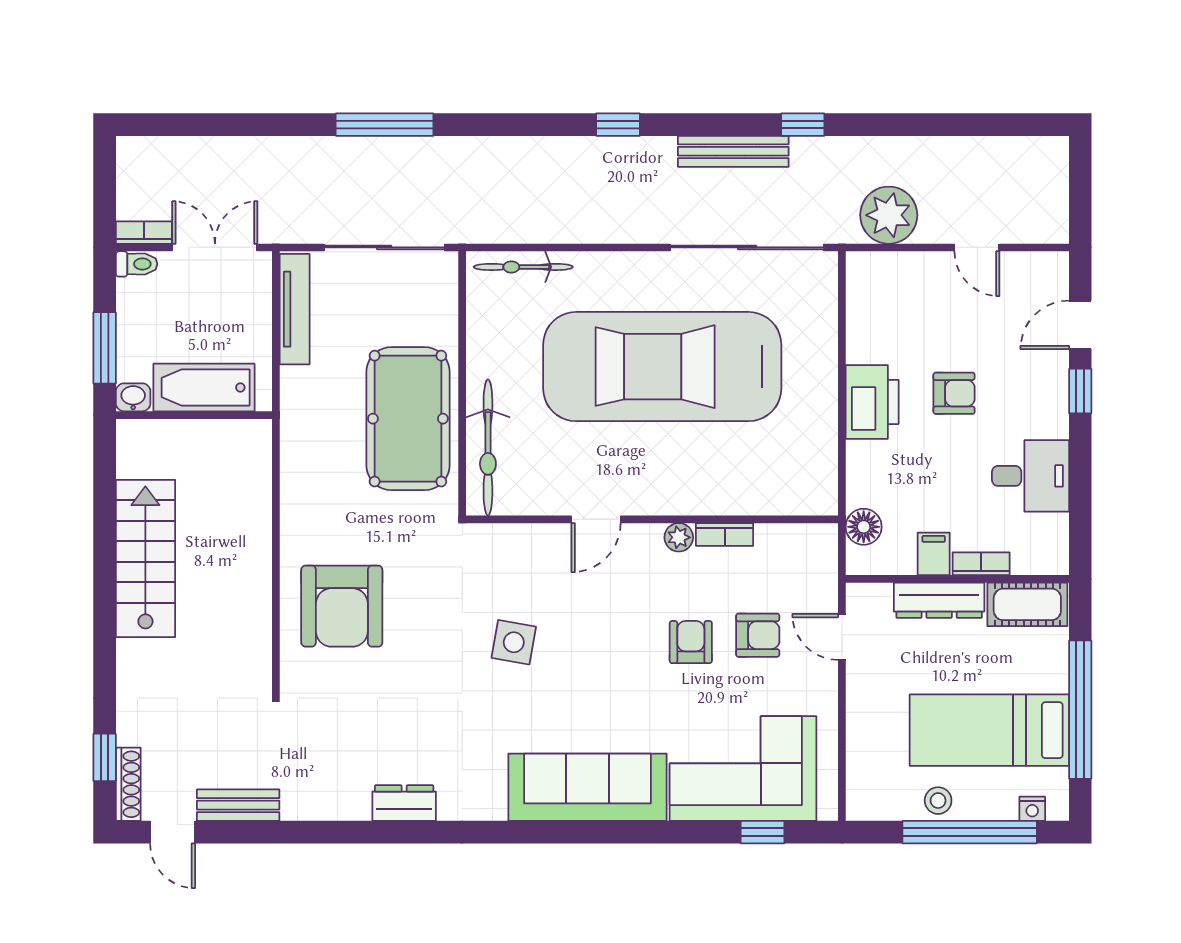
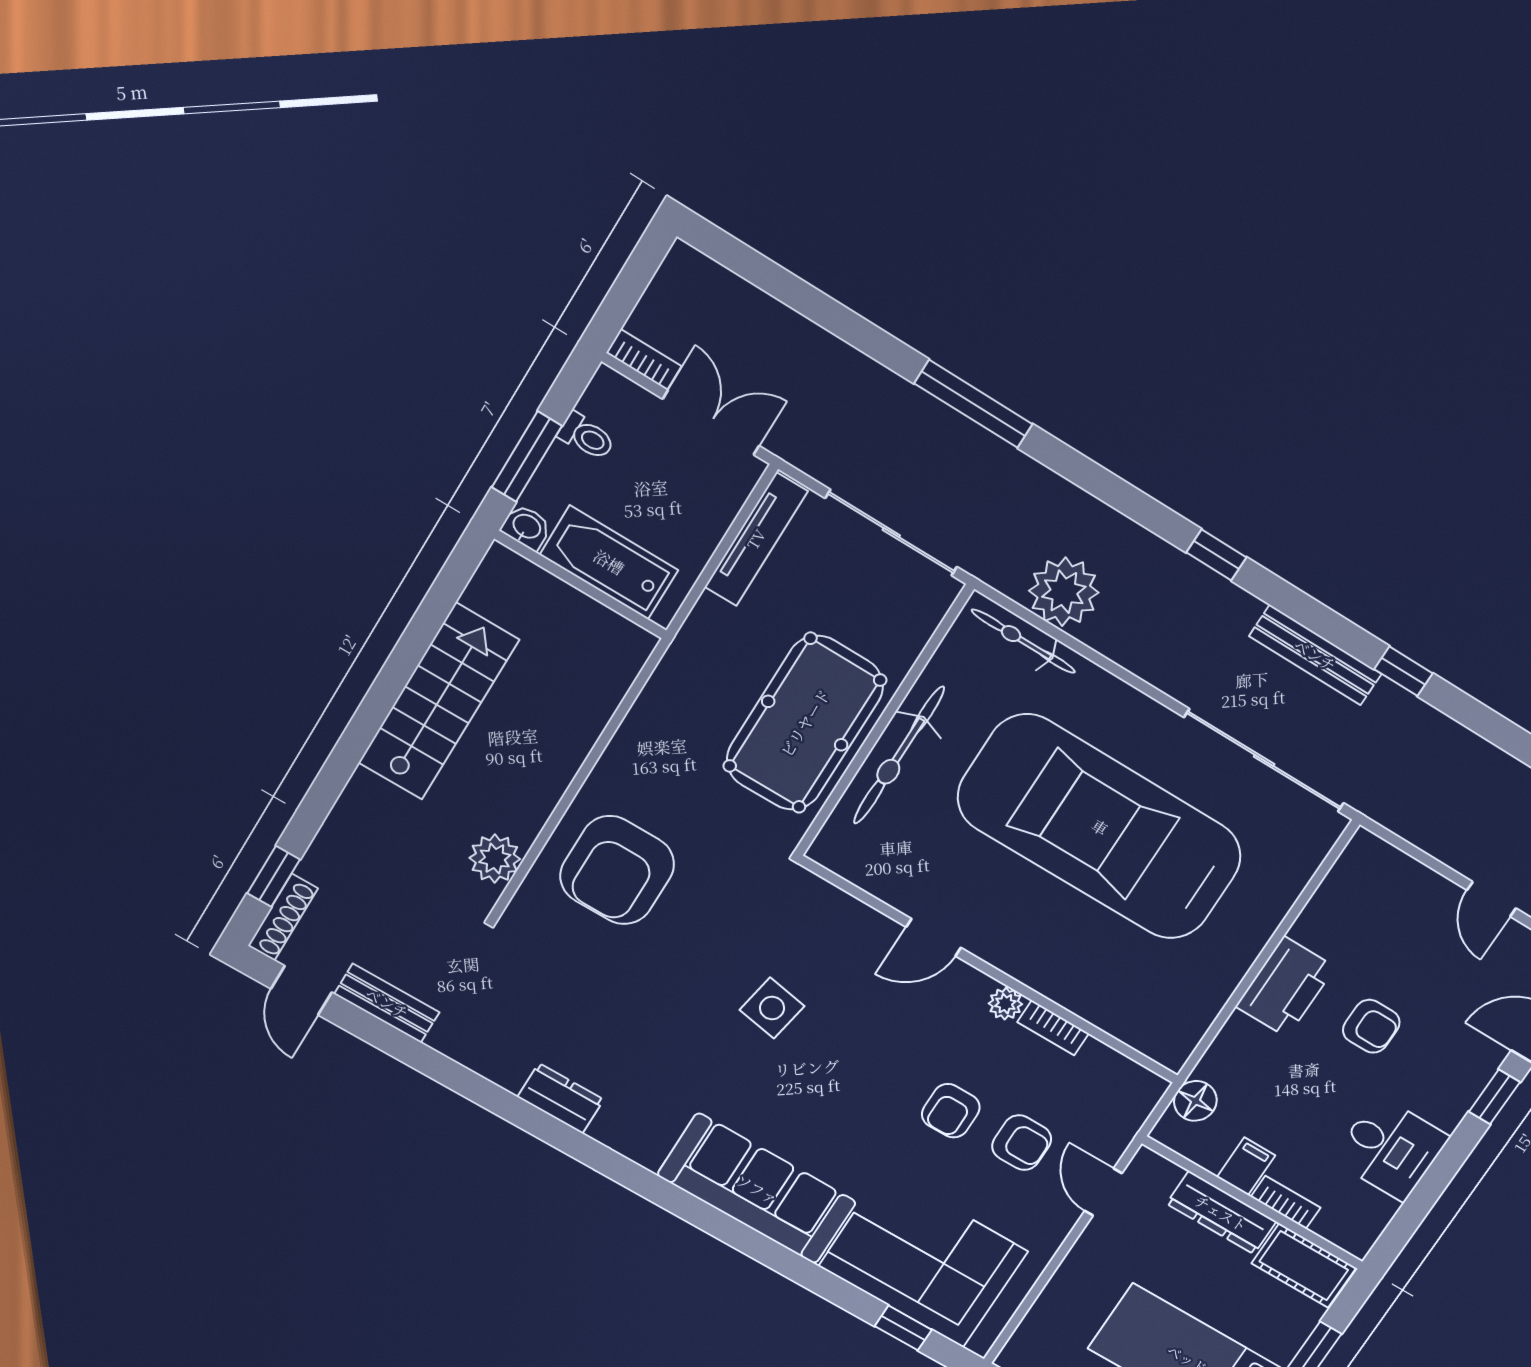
plant: (889, 215) -> (1064, 592), moved
toilet: (137, 264) -> (586, 436), moved
bicycle: (488, 447) -> (899, 755), moved
armchair: (691, 642) -> (951, 1111), turned 180
plant: (251, 650) -> (495, 859), added

